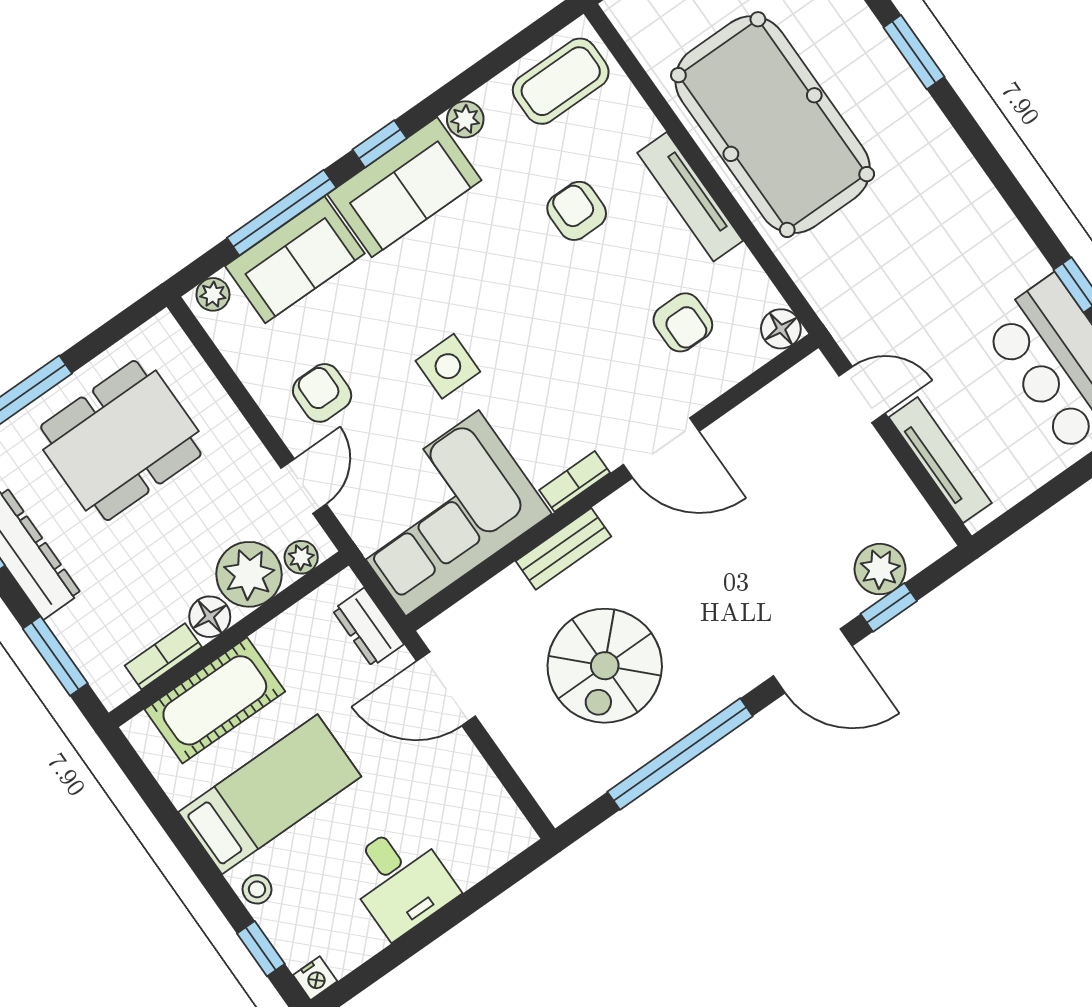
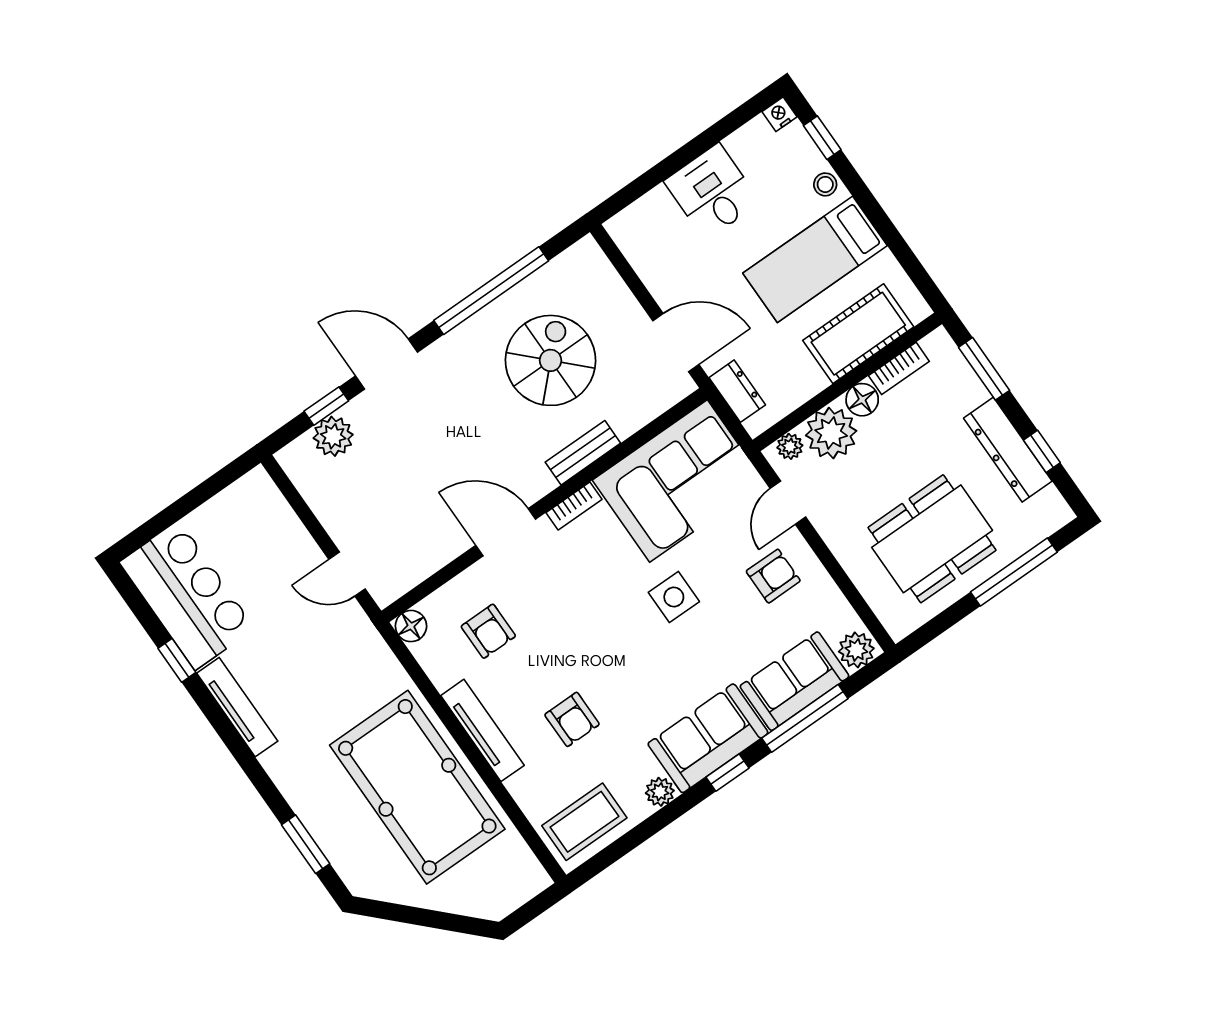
plant: (213, 294) -> (856, 650), width x1.38, depth x1.38
armchair: (683, 322) -> (488, 631), turned 180
armchair: (322, 393) -> (773, 576), turned -90
tv unit: (940, 460) -> (237, 707), moved, turned 180

